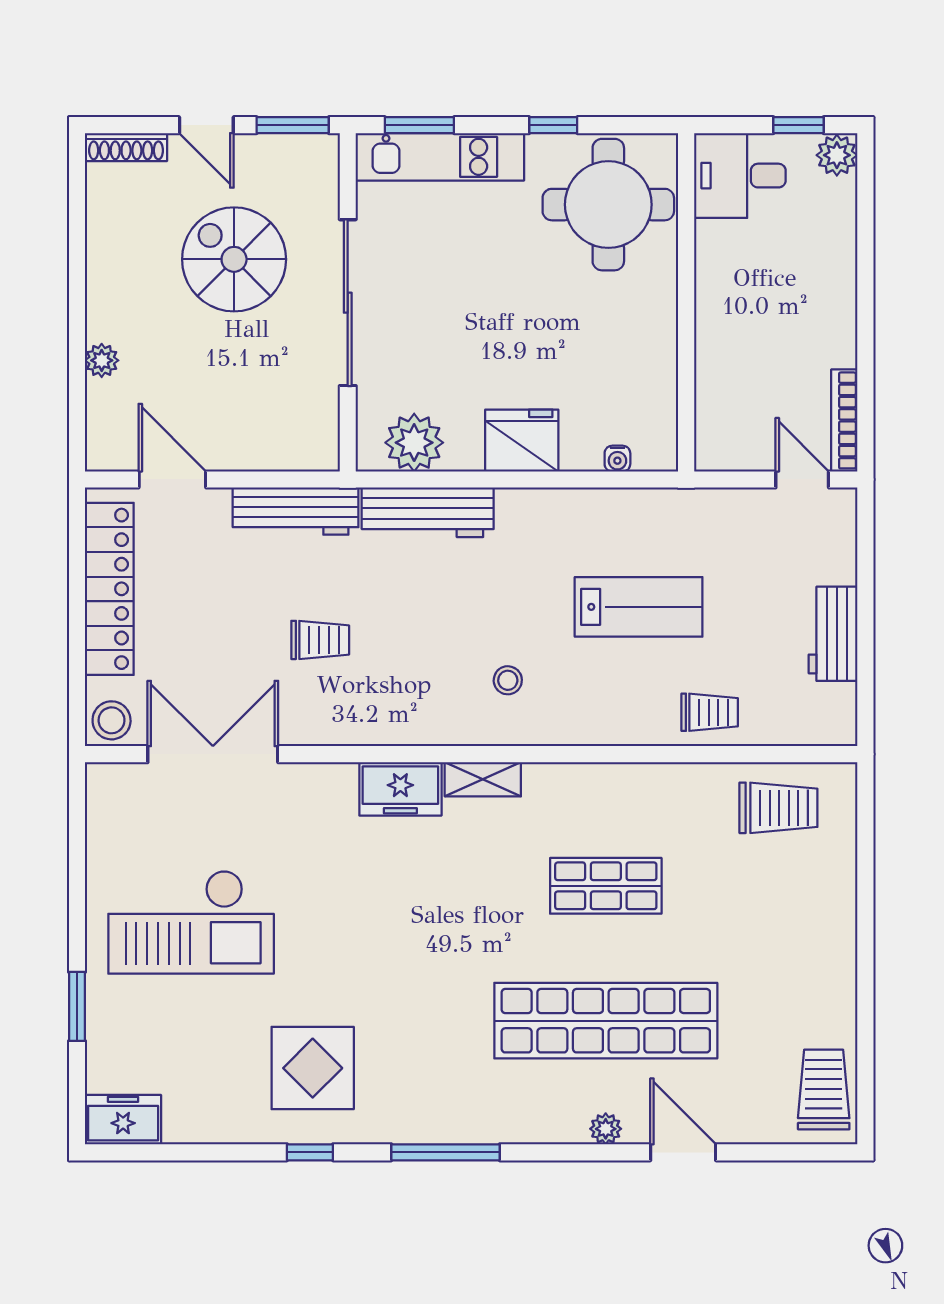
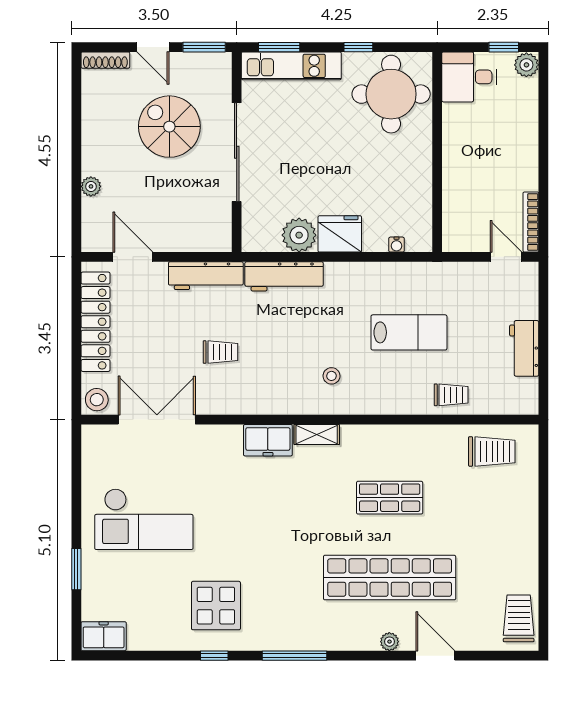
plant: (414, 443) -> (299, 235), moved

